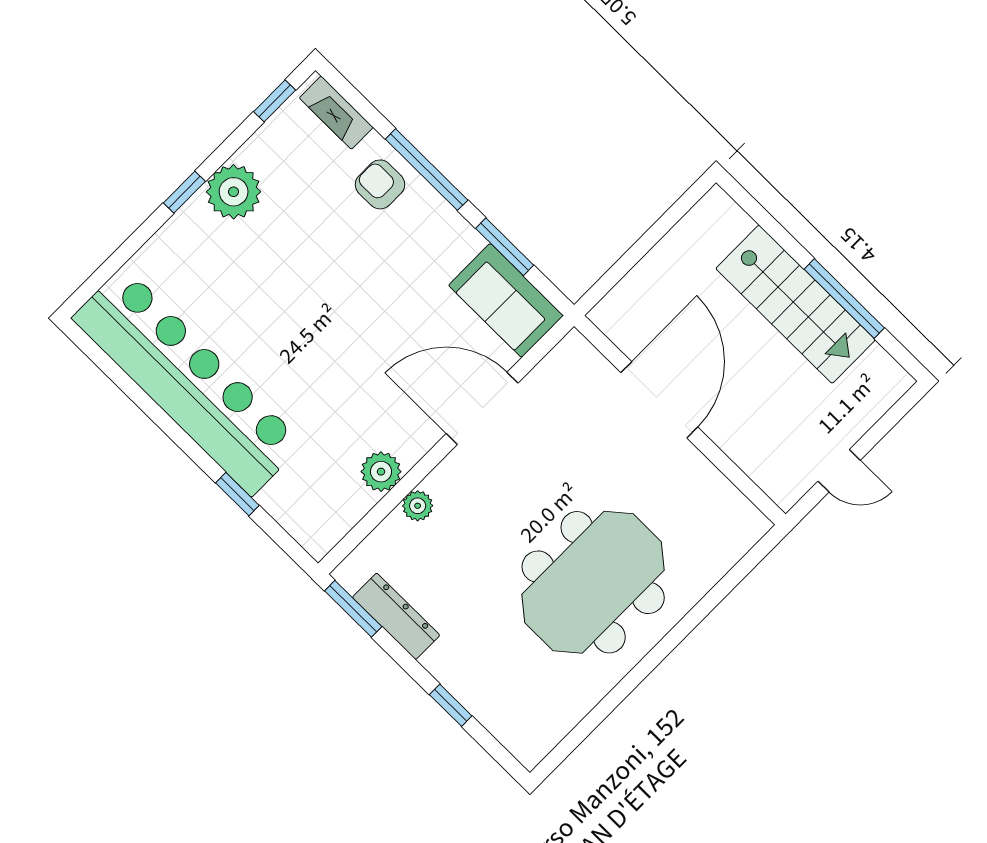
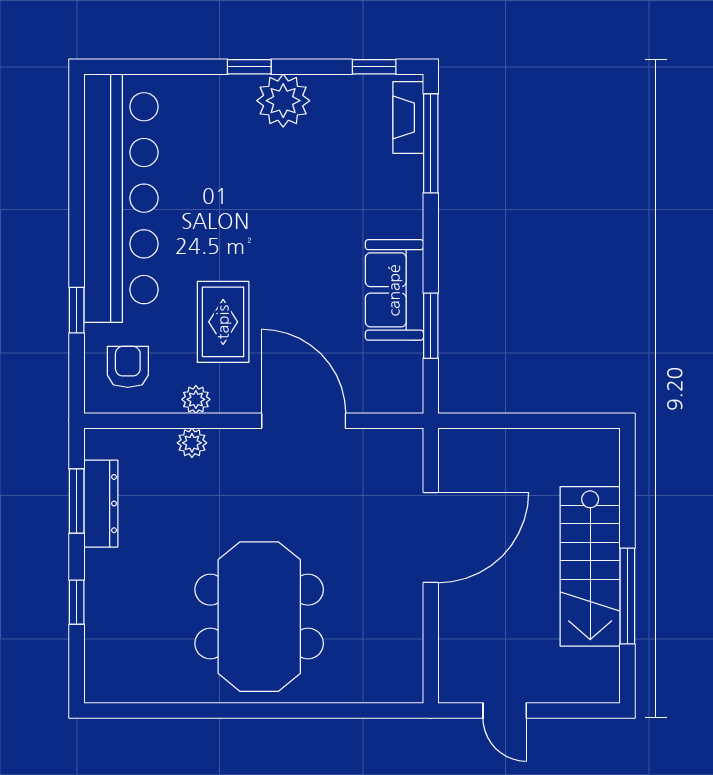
window: (427, 170) -> (431, 143), moved
armchair: (380, 184) -> (128, 367), moved
sofa: (506, 300) -> (394, 290), moved
rug: (352, 396) -> (223, 322), added
plant: (381, 472) -> (196, 399), width x0.73, depth x0.73
meeting table: (593, 582) -> (259, 617), turned 90
window: (353, 609) -> (77, 501), moved

